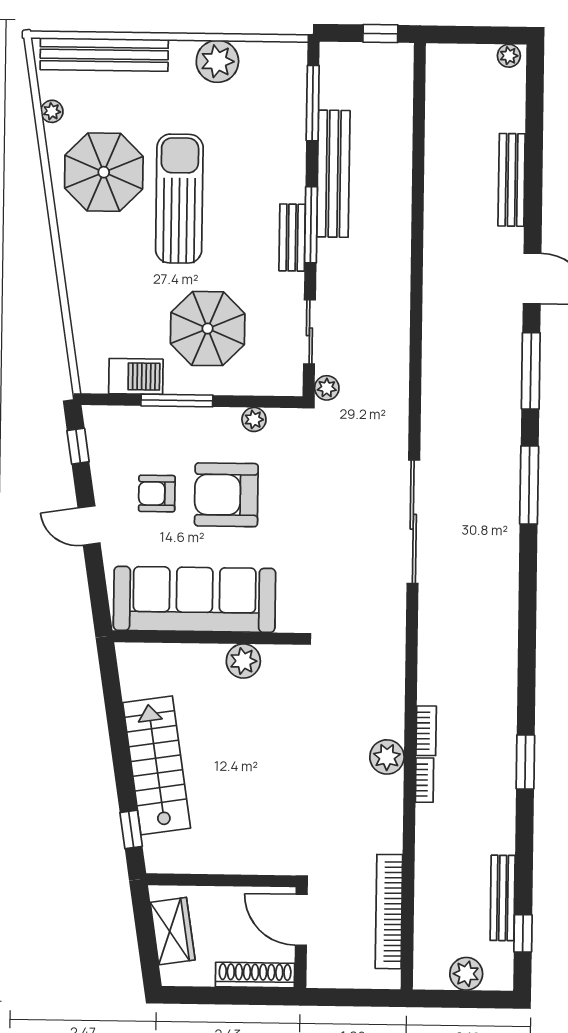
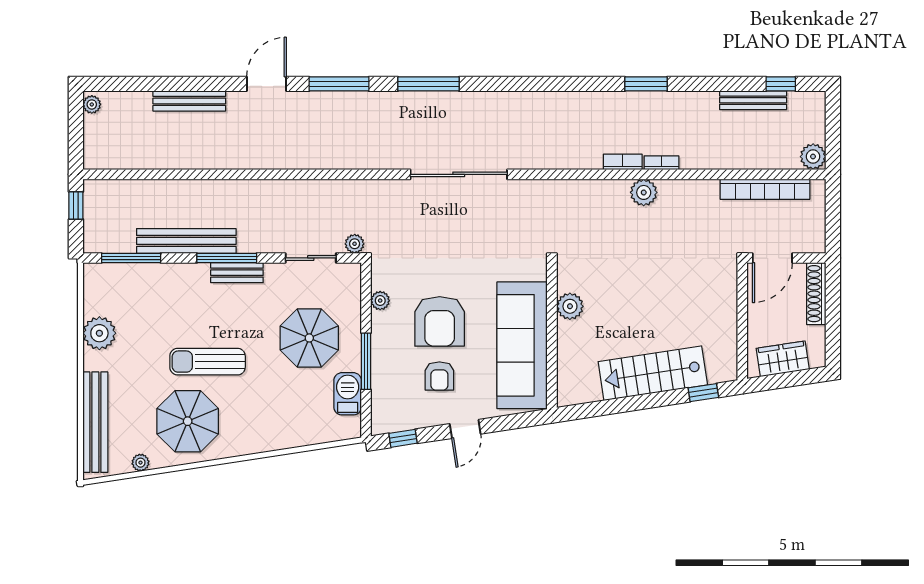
sun lounger: (179, 199) -> (208, 362), width x0.73, depth x0.75
plant: (466, 974) -> (813, 157), moved

